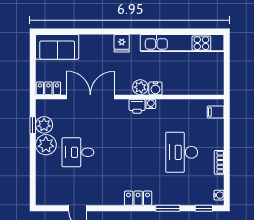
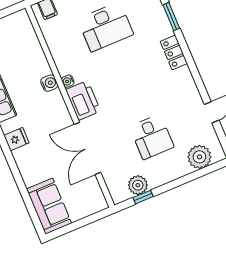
plant: (140, 87) -> (55, 100), removed
locker: (48, 88) -> (97, 197), removed
printer: (137, 106) -> (83, 100), width x1.87, depth x1.48
plant: (46, 145) -> (199, 157), moved

